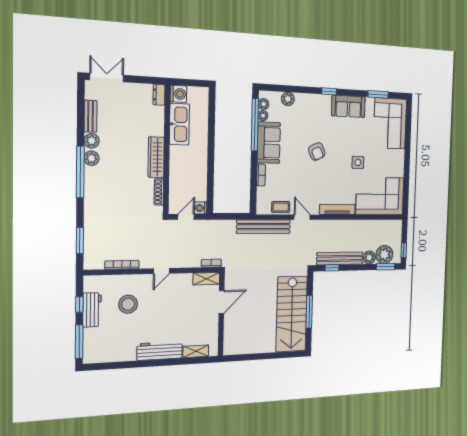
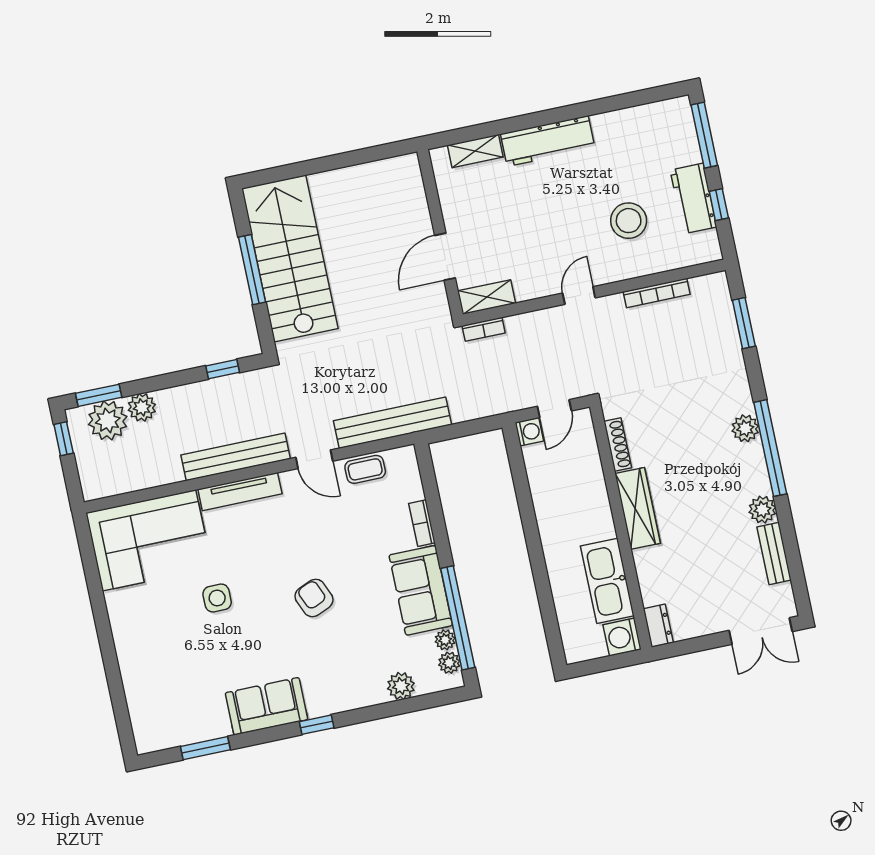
corner sofa: (390, 123) -> (163, 696), removed
plant: (91, 158) -> (745, 428), moved
bench: (340, 258) -> (236, 457), moved

